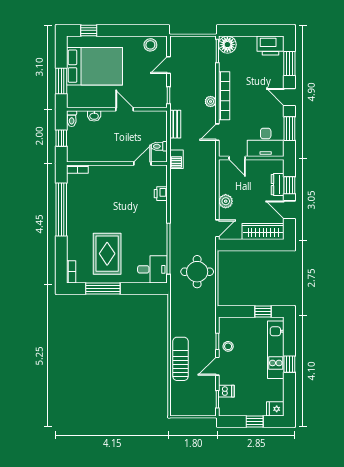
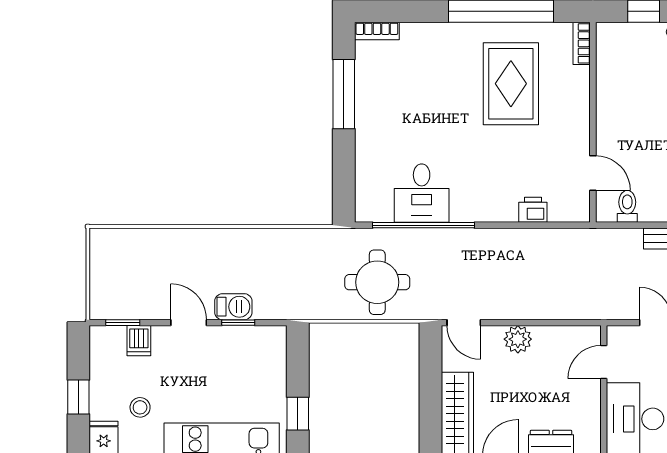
barbecue: (176, 159) -> (233, 307), moved, turned 180
rug: (107, 254) -> (511, 84), moved, turned 90
desk: (152, 269) -> (422, 193), moved
stool: (228, 346) -> (140, 407), moved
sun lounger: (180, 359) -> (203, 249), removed

